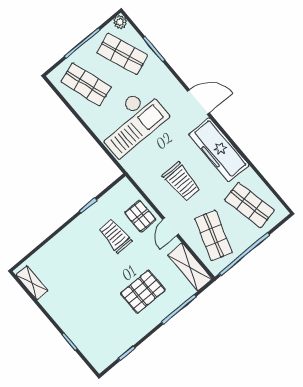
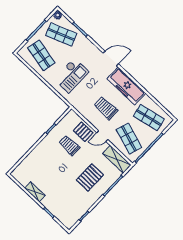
shop shelf: (86, 84) -> (41, 55), turned 30
checkout: (131, 122) -> (71, 75), width x0.73, depth x0.83
trolley: (181, 182) -> (106, 108), turned 180
door: (170, 227) -> (102, 136), hinge flipped
shelving: (32, 283) -> (35, 192), moved

